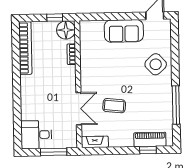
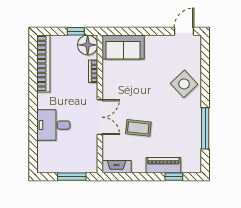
sofa: (124, 31) -> (123, 47), moved
double door: (79, 109) -> (100, 117), moved
desk: (36, 135) -> (53, 125), moved
piano: (150, 139) -> (163, 165), moved

